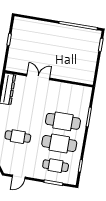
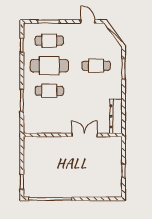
double door: (38, 77) -> (85, 135), swing flipped
cafe table: (63, 121) -> (49, 91), width x0.73, depth x0.74
door: (19, 177) -> (88, 22), hinge flipped

